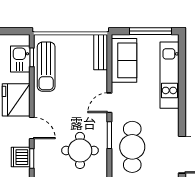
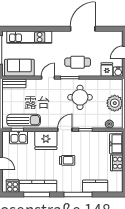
door: (109, 103) -> (48, 78), swing flipped
cafe table: (132, 147) -> (78, 62), width x0.73, depth x0.74
dishwasher: (21, 157) -> (84, 137), removed

